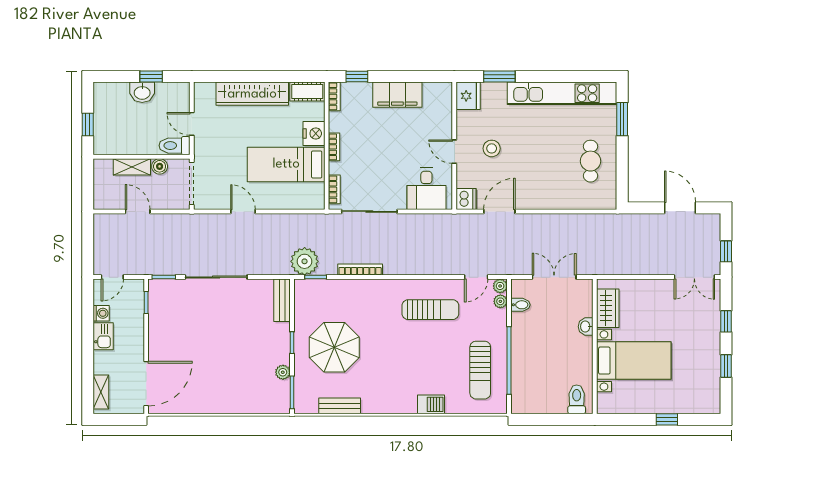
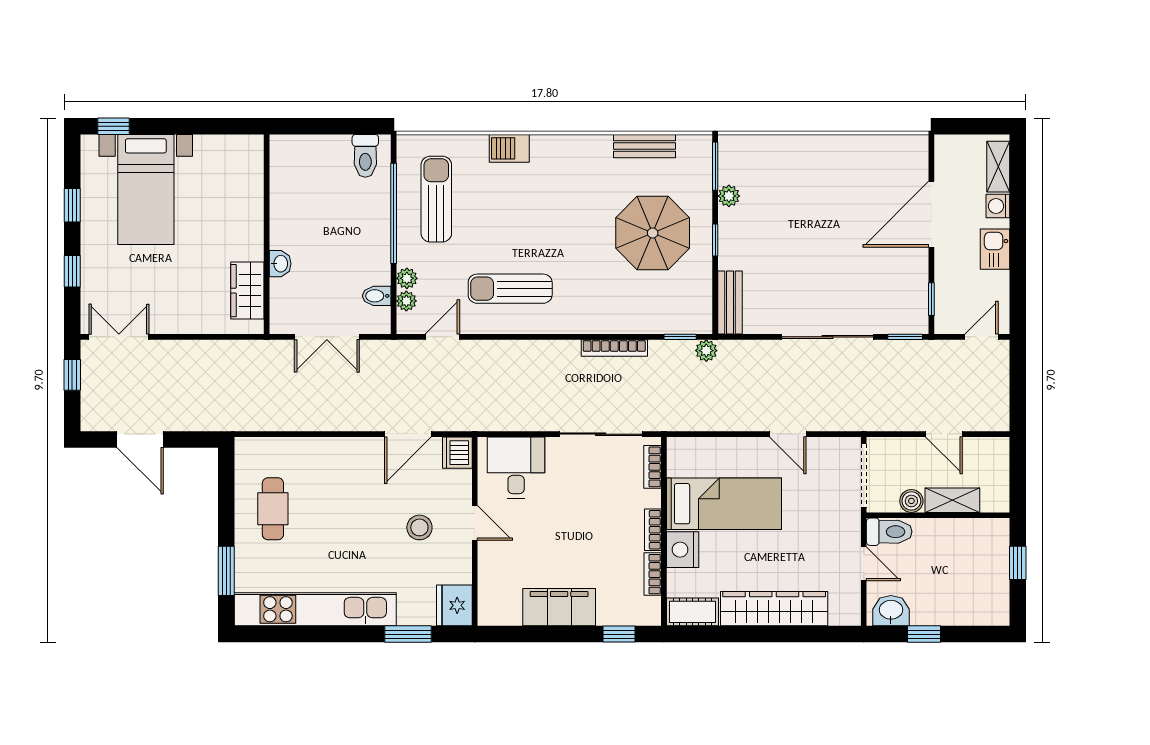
washbasin: (142, 92) -> (891, 611), moved
bookcase: (334, 96) -> (653, 574), moved
plant: (305, 261) -> (706, 351), width x0.53, depth x0.53
plant: (500, 286) -> (407, 278), moved
washing machine: (101, 313) -> (998, 206), moved
bed with nightstands: (634, 361) -> (146, 189), moved, turned -90
door: (146, 384) -> (931, 214), moved
toilet: (577, 399) -> (365, 156), moved
window: (667, 419) -> (114, 126), moved

